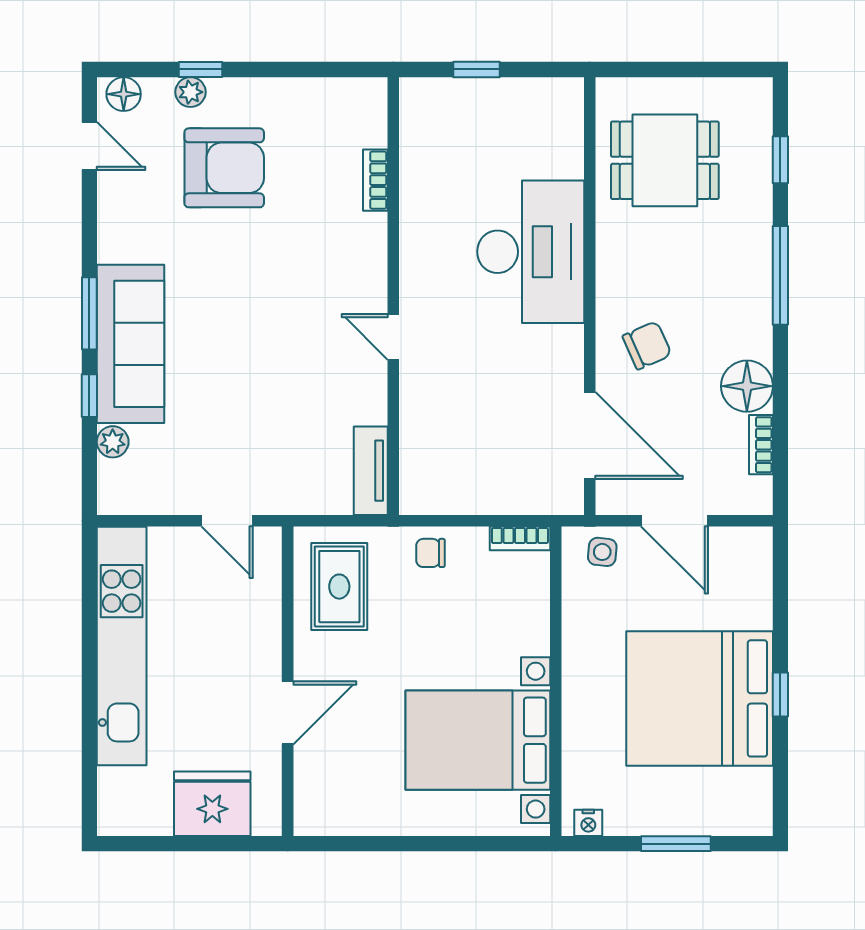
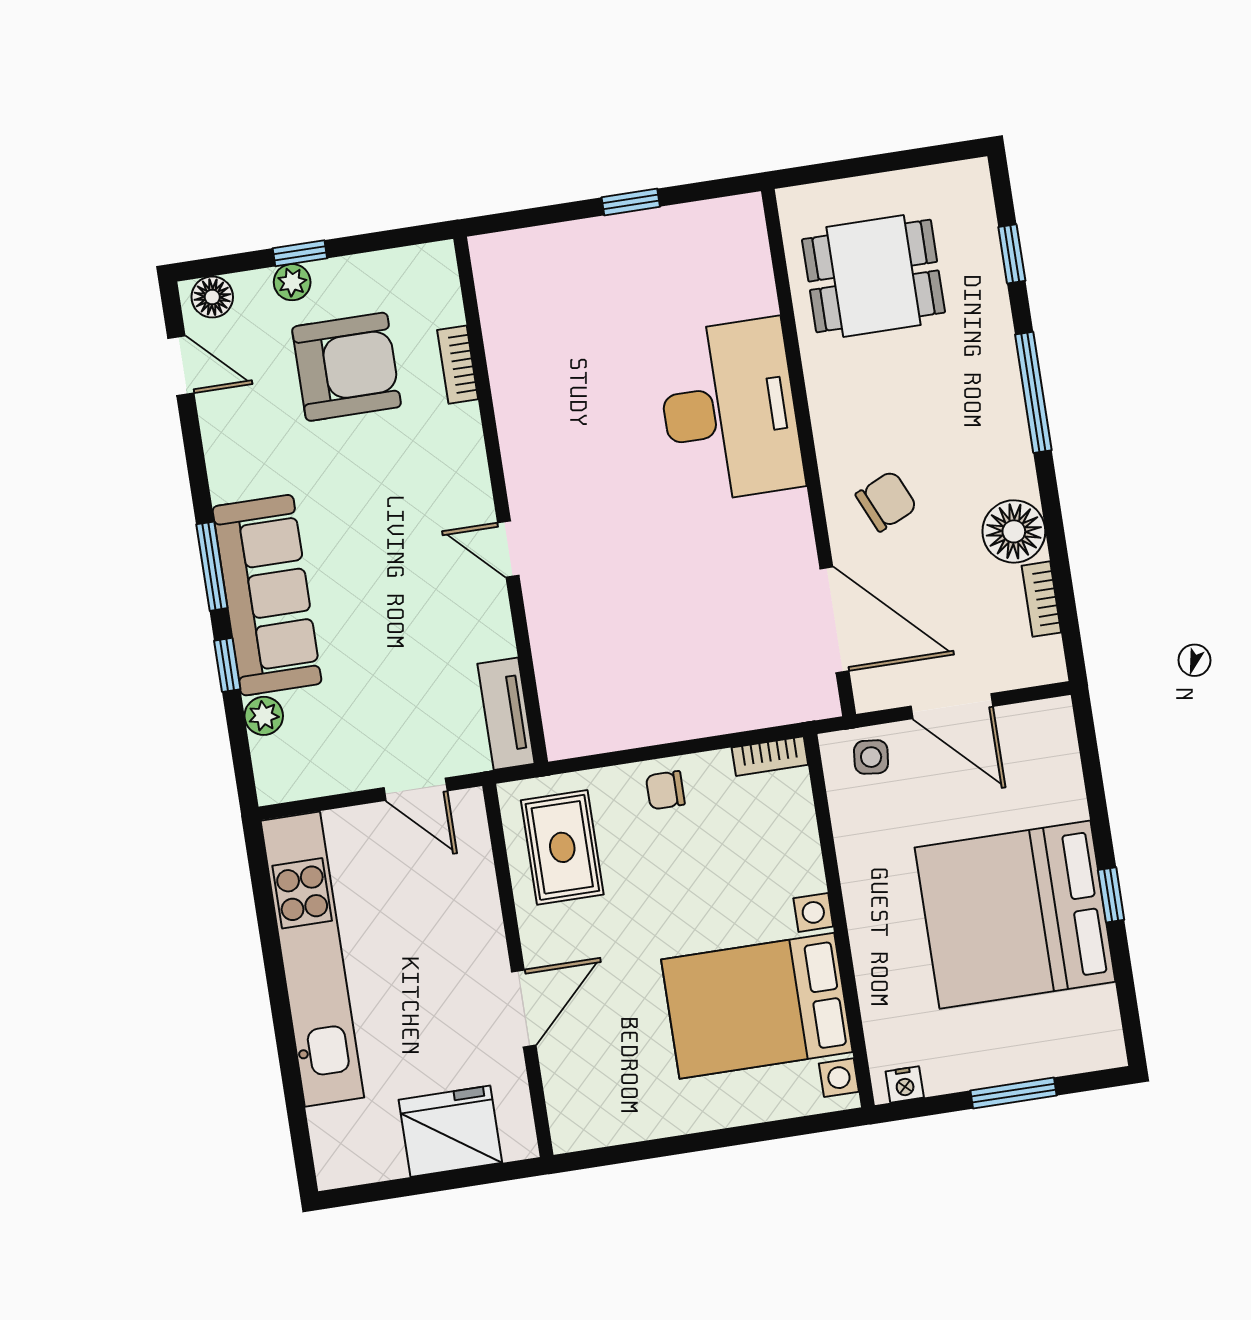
bookcase: (375, 180) -> (458, 365), moved
wall: (393, 296) -> (501, 500), moved
door: (393, 337) -> (508, 549), moved
tv unit: (371, 471) -> (506, 714), moved

